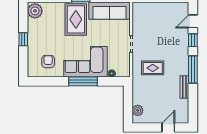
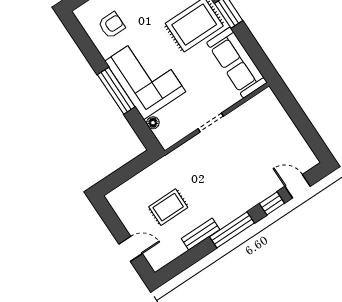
rug: (153, 68) -> (168, 207), moved, turned 90
plant: (138, 110) -> (126, 192), removed

